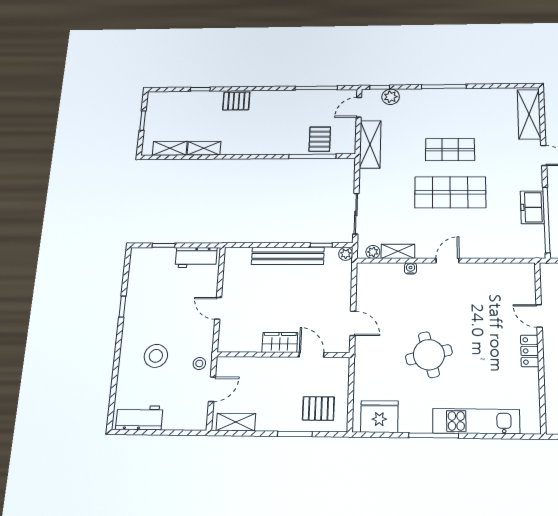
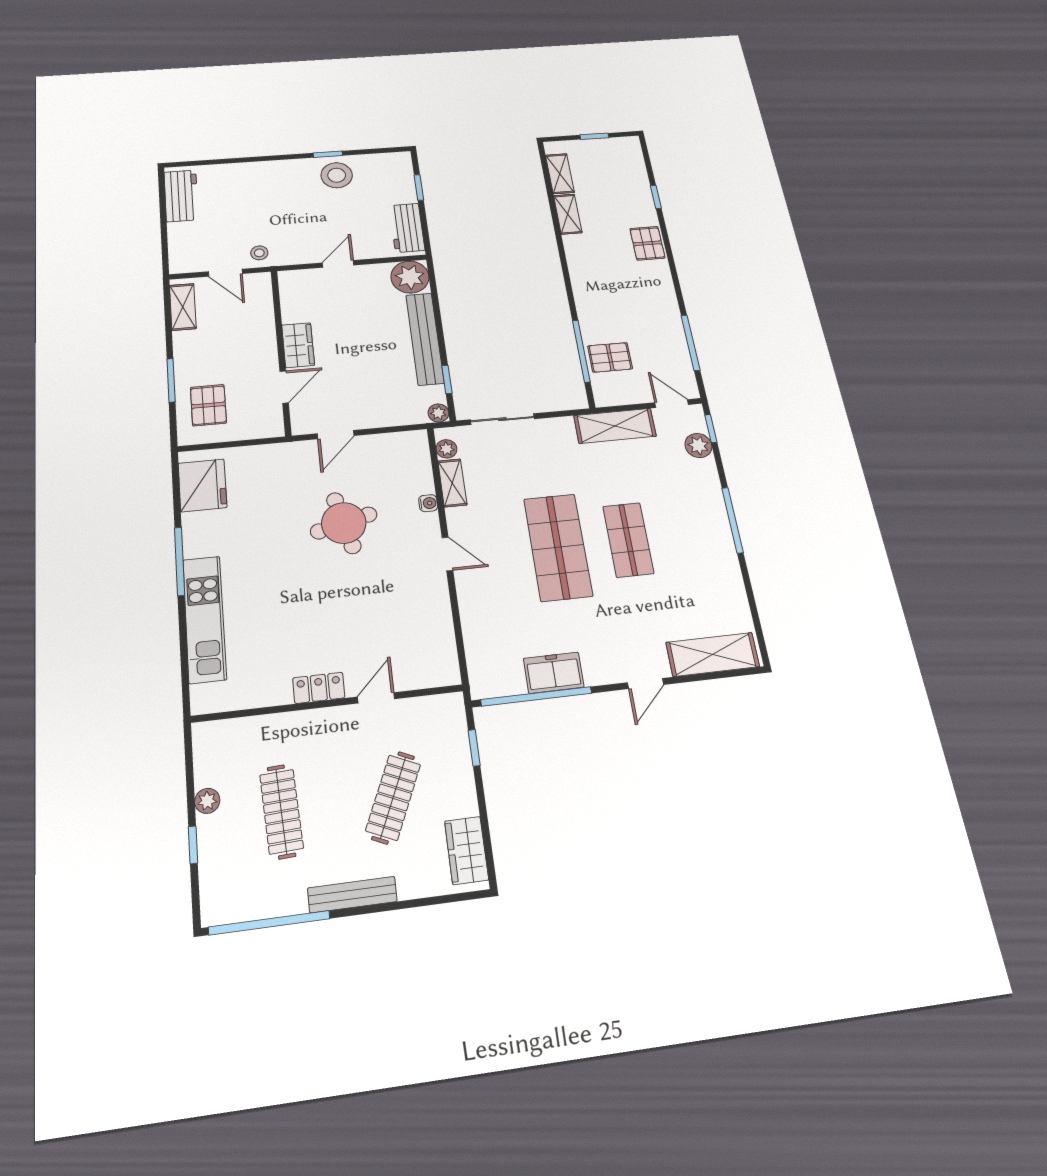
plant: (237, 260) -> (410, 277), added
round table: (429, 355) -> (344, 523), moved
stool: (156, 356) -> (337, 175), moved

